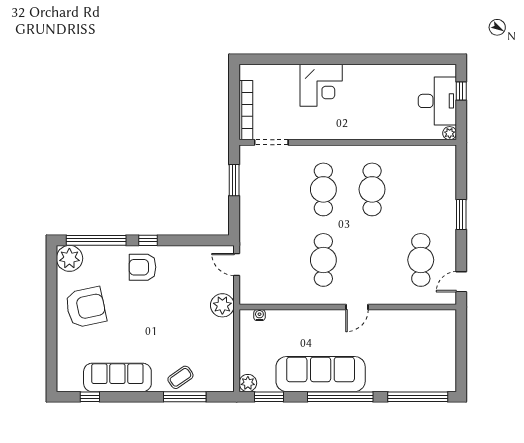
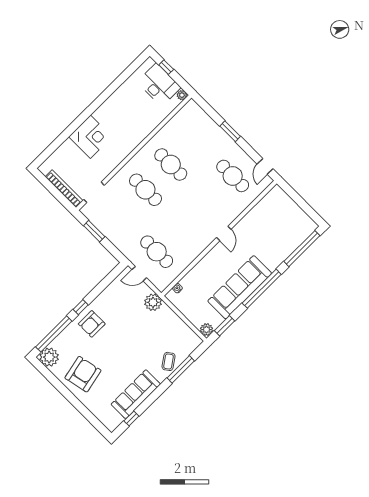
cafe table: (323, 260) -> (157, 252), moved

